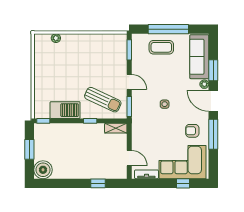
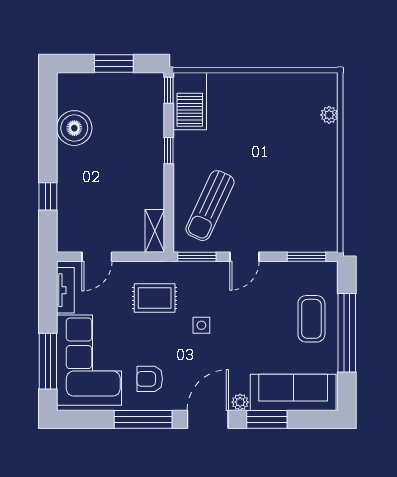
barbecue: (65, 110) -> (190, 101), moved
window: (90, 121) -> (169, 151), moved
rug: (151, 128) -> (155, 298), added
armchair: (192, 131) -> (150, 379), turned -90
boiler: (43, 170) -> (74, 128), moved
window: (183, 183) -> (48, 361), width x2.17

